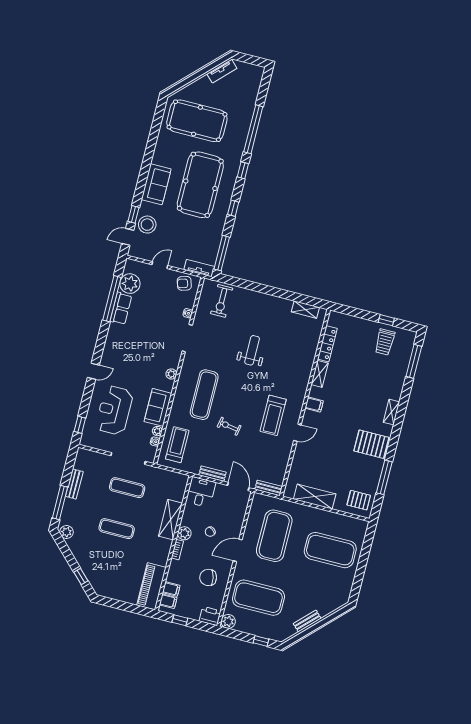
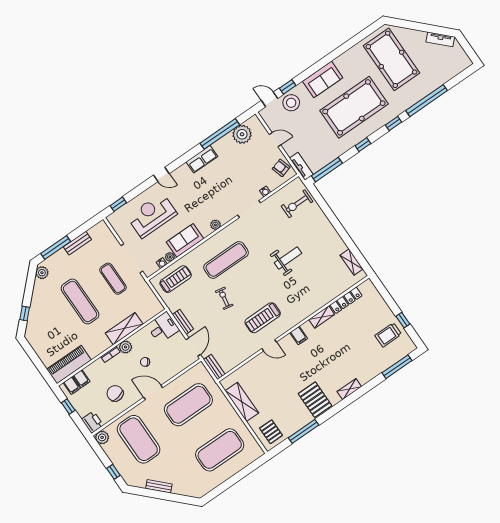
row of seats: (121, 308) -> (202, 159), moved
exercise mat: (117, 529) -> (80, 301), width x1.36, depth x1.45
exercise mat: (330, 550) -> (220, 450), turned 90

